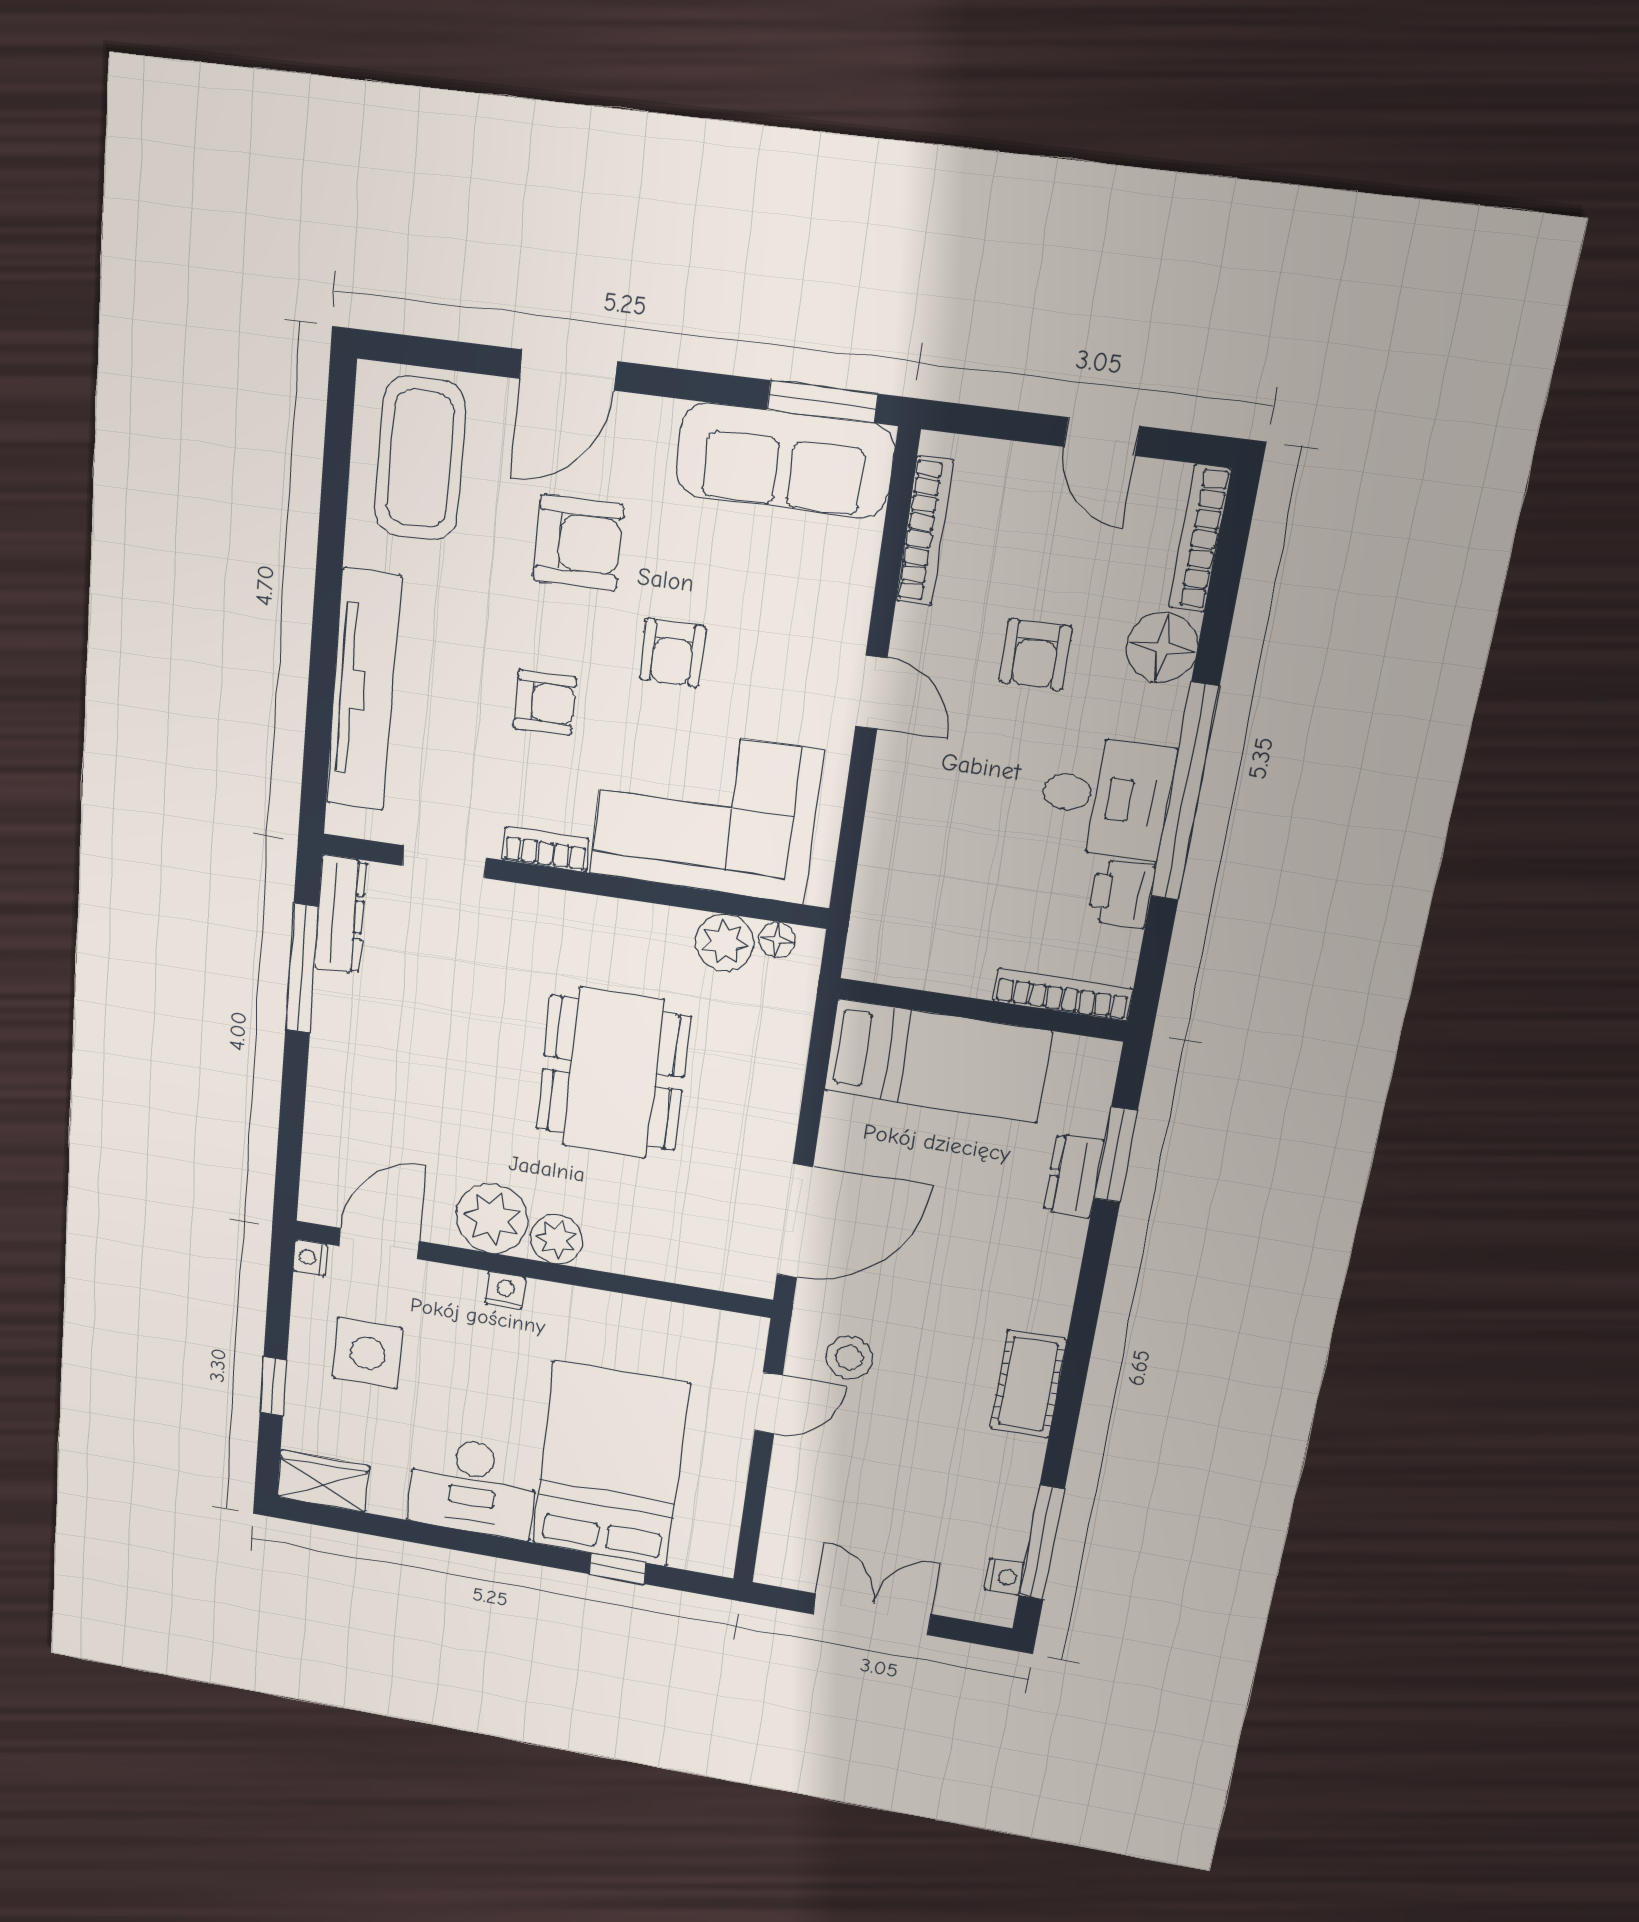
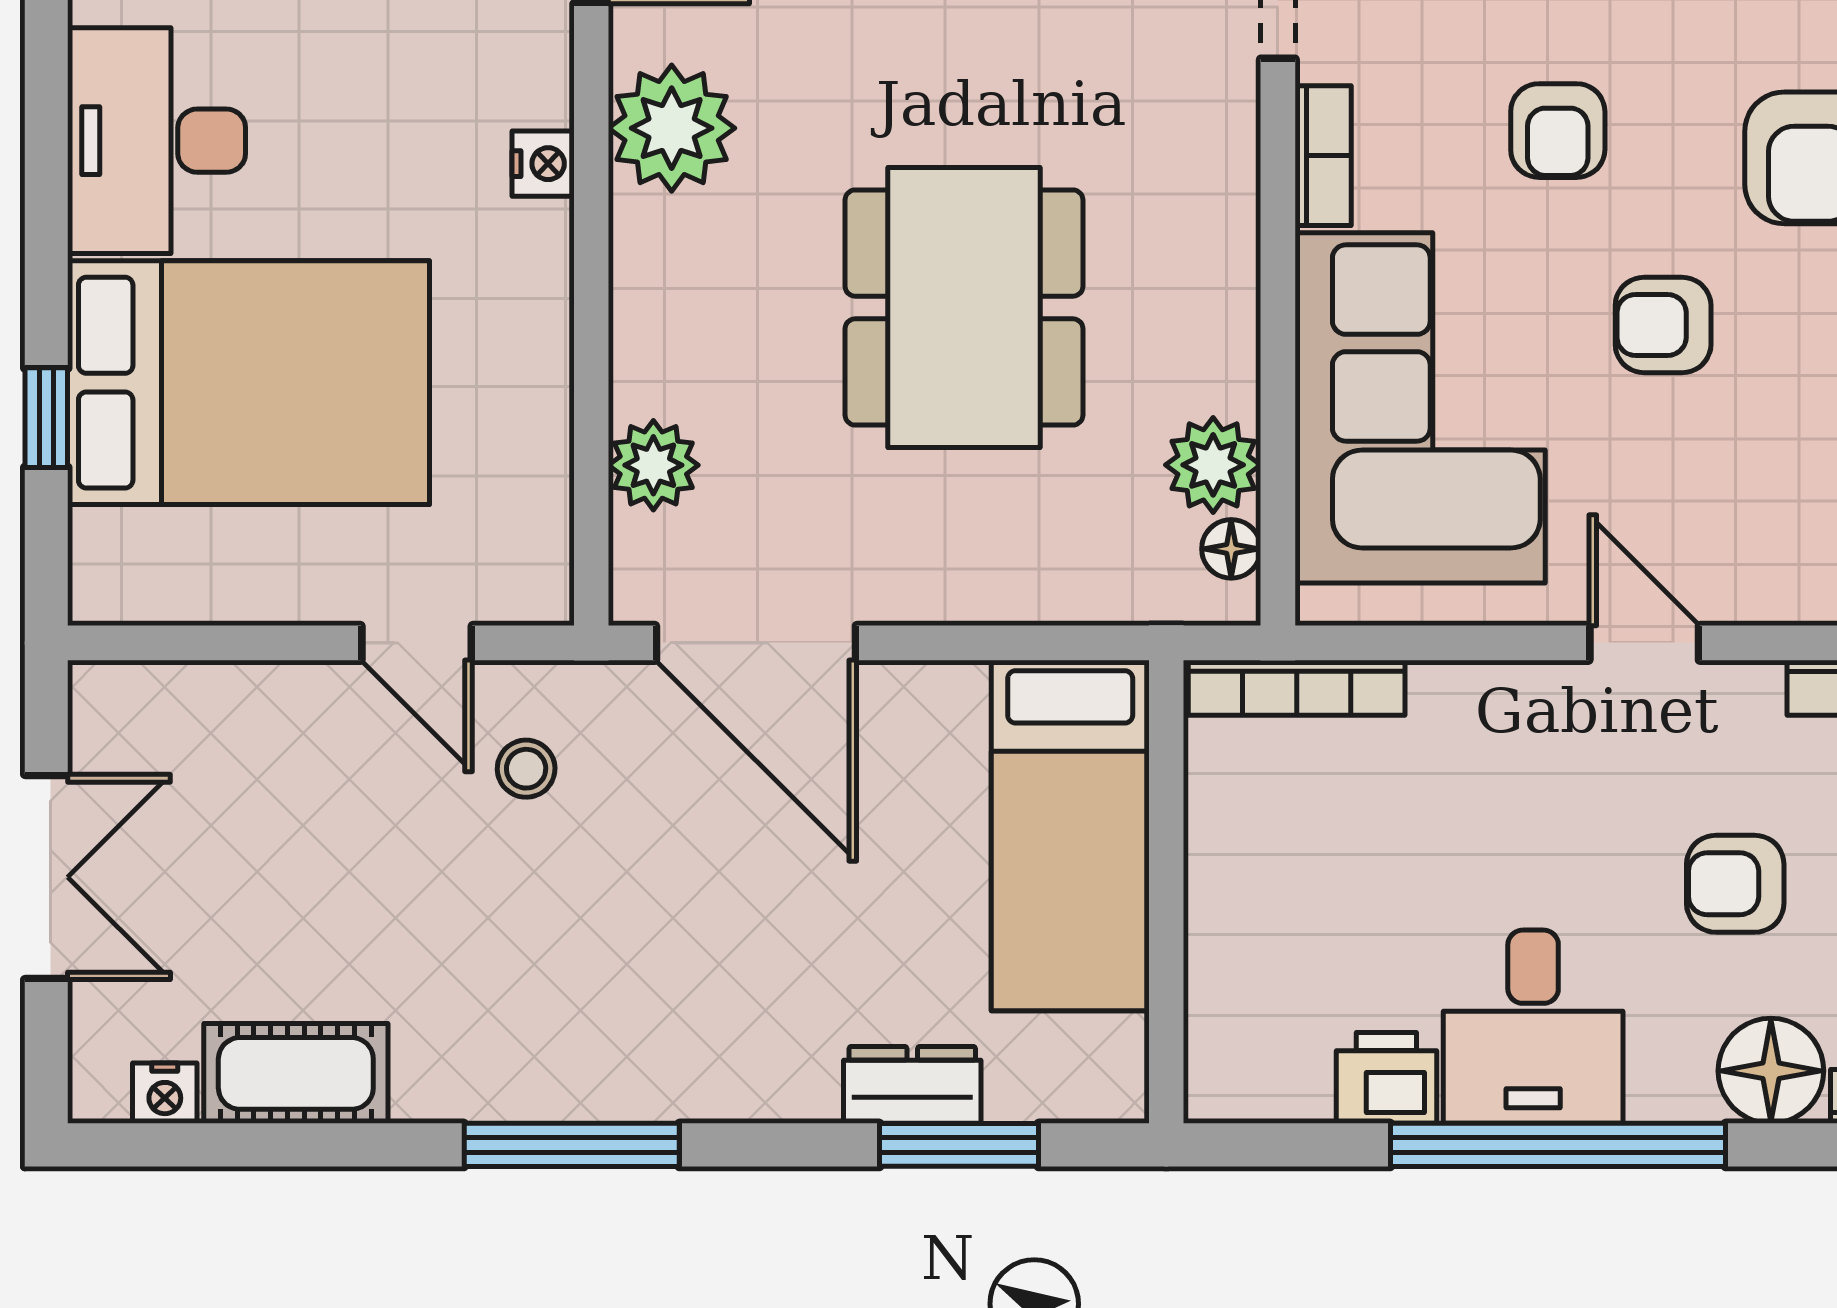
door: (871, 692) -> (1644, 643), swing flipped
bookcase: (1063, 995) -> (1297, 688), moved, turned 90
dining table: (613, 1073) -> (964, 307), turned 90
plant: (556, 1239) -> (653, 465), moved
stool: (850, 1358) -> (526, 769), width x0.73, depth x0.73
cot: (1028, 1384) -> (296, 1073), moved
window: (1042, 1543) -> (572, 1145), moved

